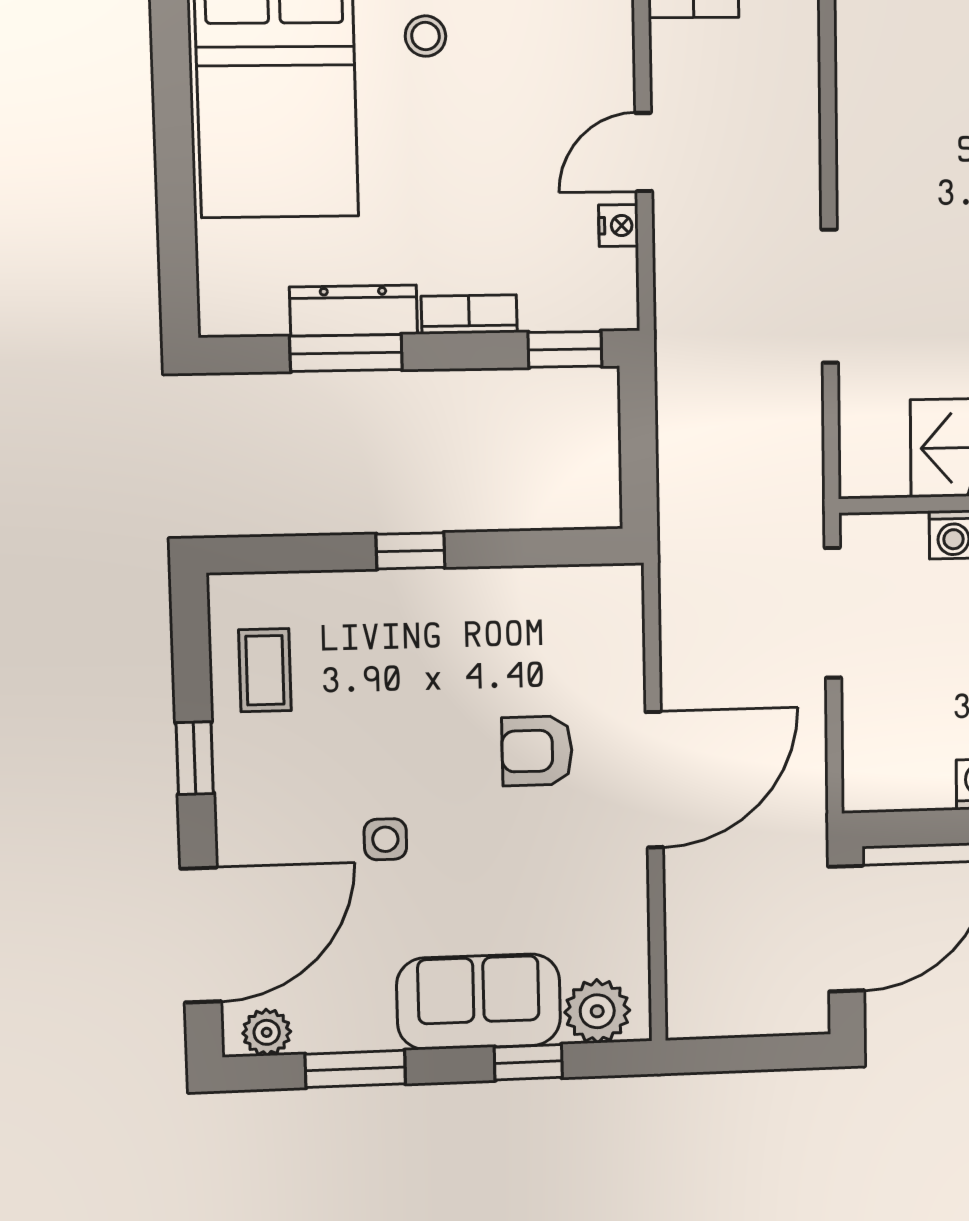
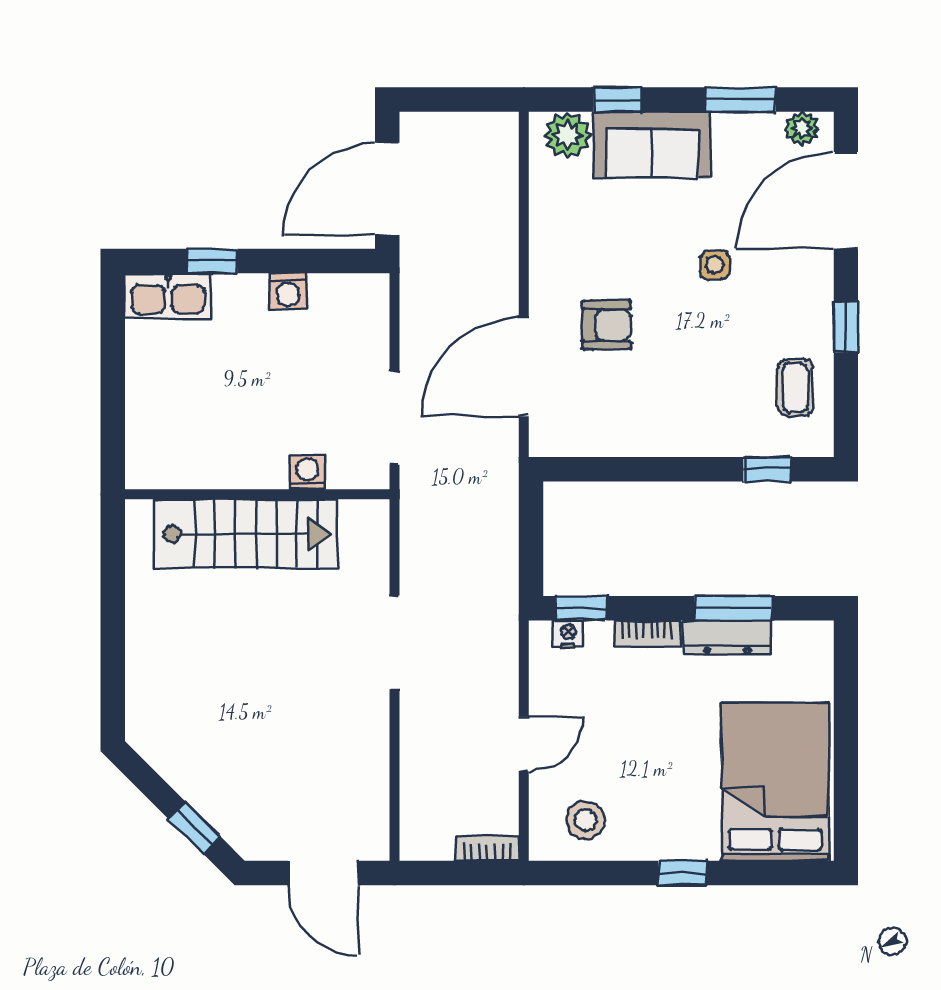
stool: (425, 36) -> (585, 820), moved, width x1.37, depth x1.37
nightstand: (619, 226) -> (568, 634), moved, turned 90
window: (410, 551) -> (767, 469), moved
door: (654, 780) -> (524, 367), moved

